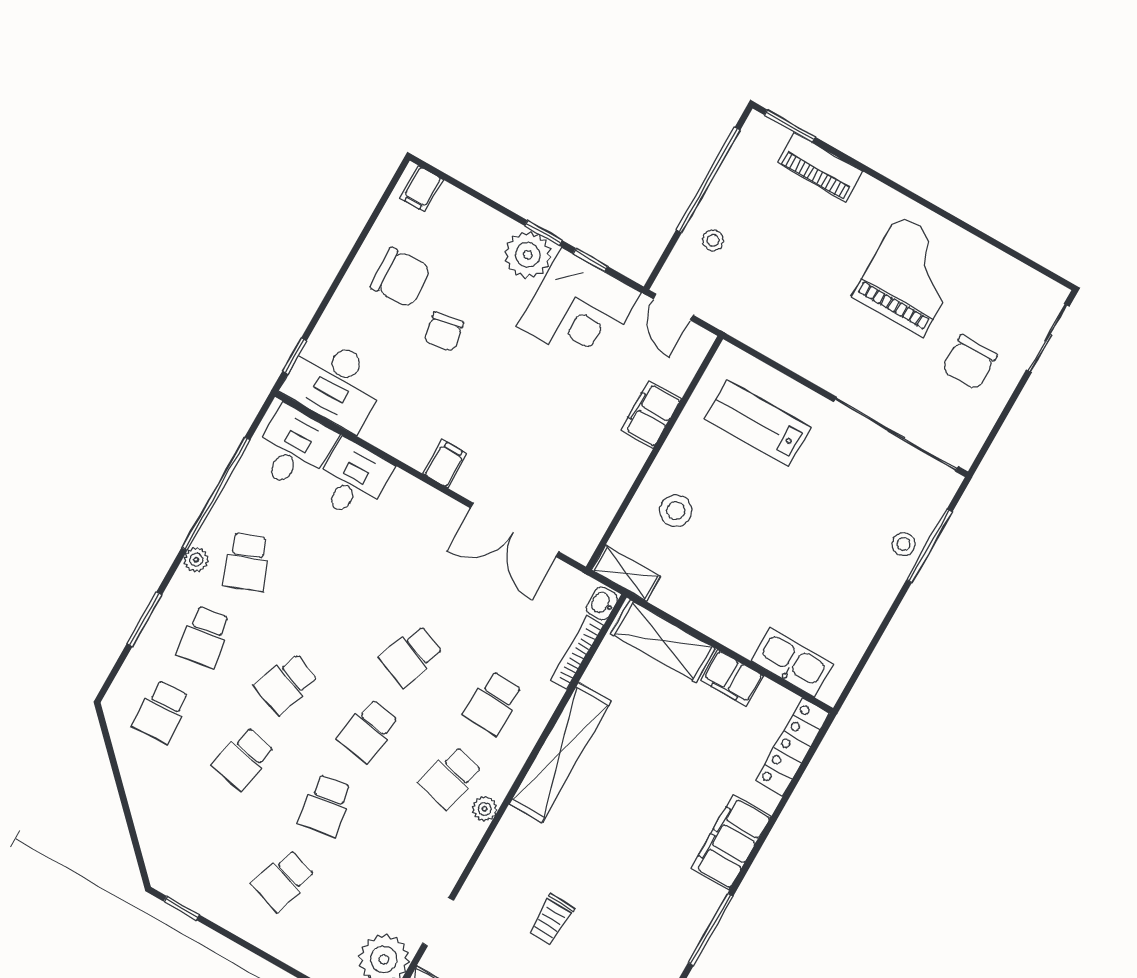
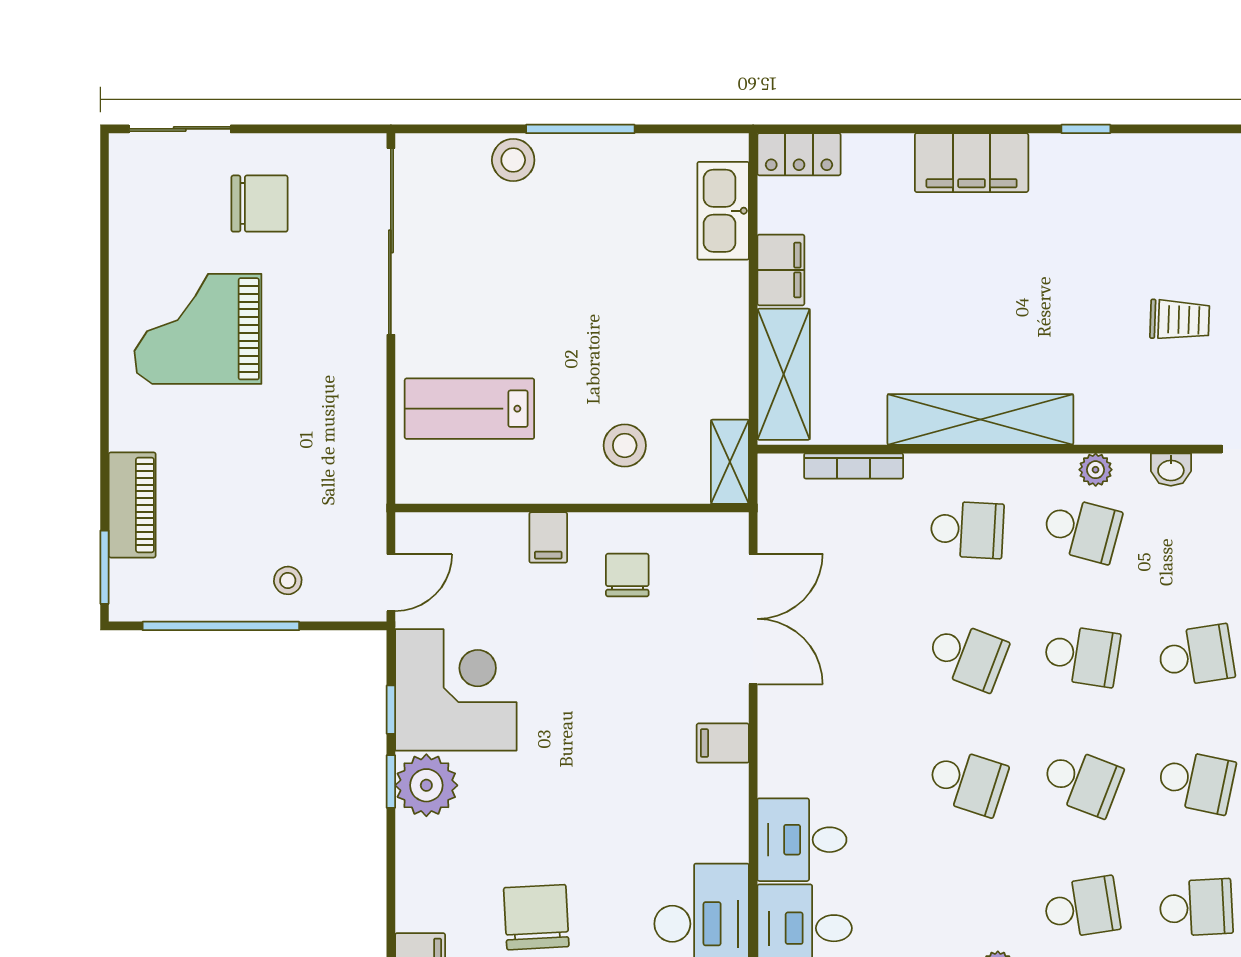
chair: (444, 332) -> (627, 575), moved, turned -80
filing cabinet: (651, 414) -> (548, 537), width x0.50
lab bench: (757, 423) -> (469, 409), turned 90
stool: (903, 544) -> (513, 160), width x1.37, depth x1.37
window: (929, 546) -> (580, 129), moved
school desk: (247, 562) -> (967, 782), moved, turned 39
washbasin: (602, 603) -> (1171, 470), moved
locker: (793, 747) -> (799, 154), width x0.66
window: (711, 929) -> (1086, 129), width x0.46

